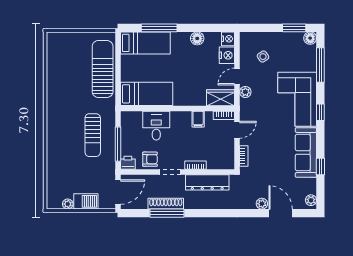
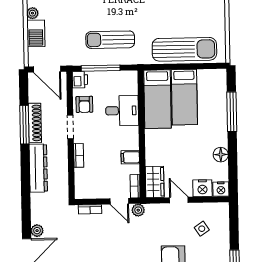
bed: (145, 43) -> (184, 97), moved
plant: (245, 92) -> (138, 210), moved
dresser: (207, 182) -> (38, 168), moved, turned 180

